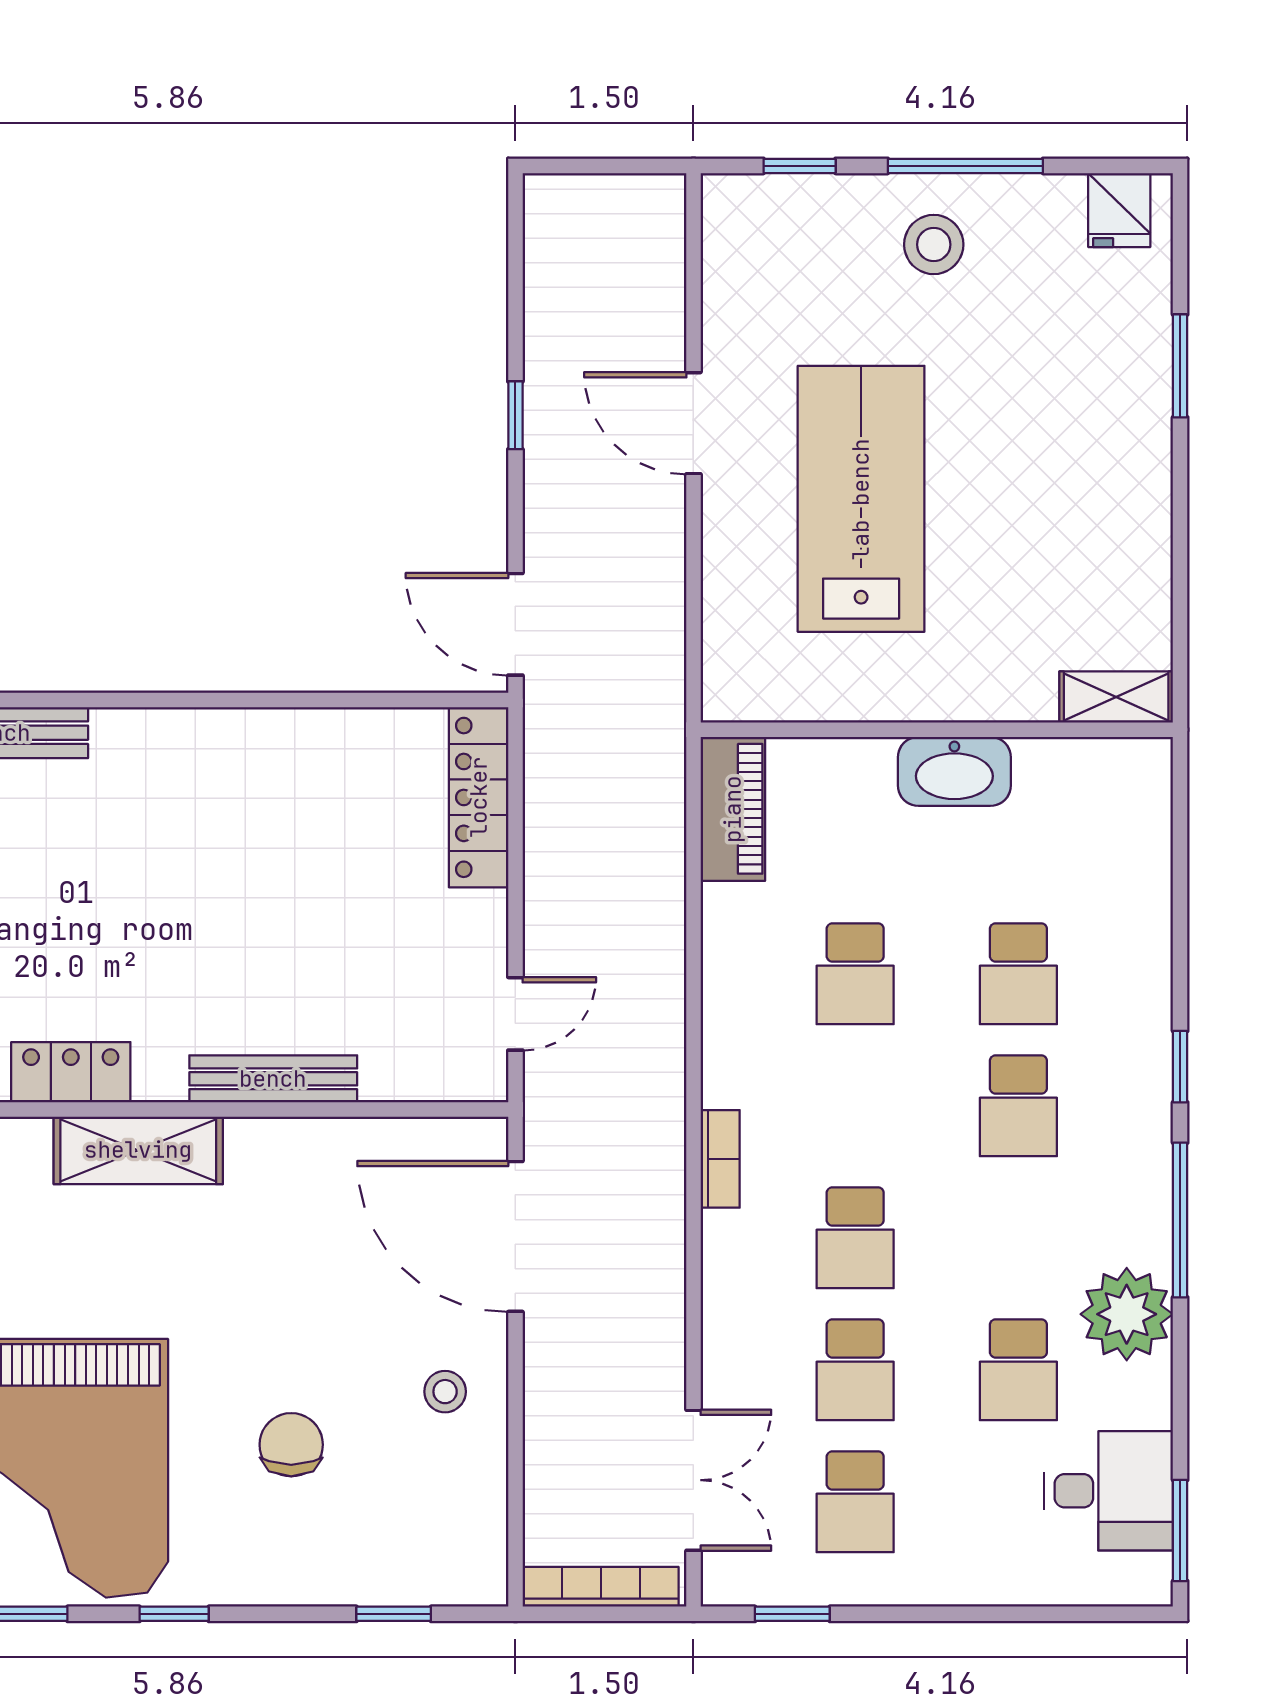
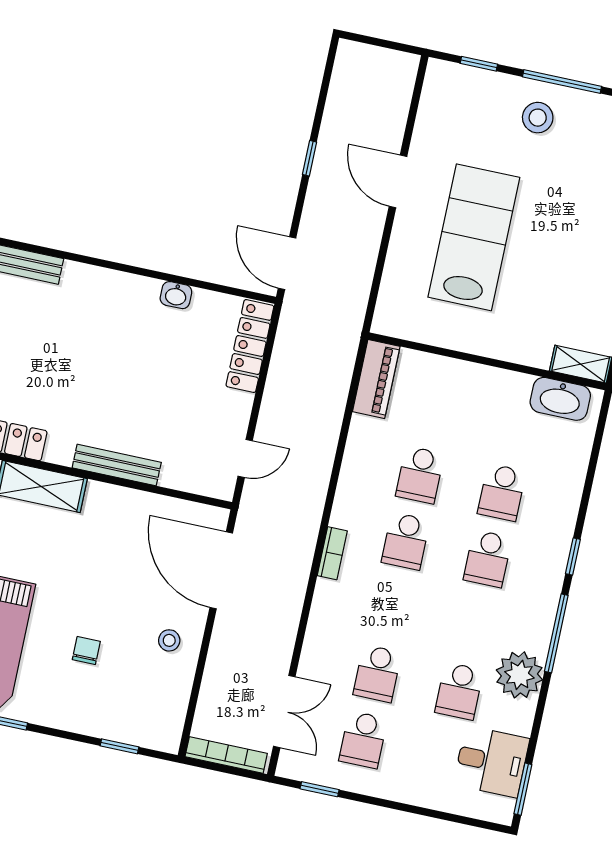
washbasin: (317, 731) -> (176, 295), added
washbasin: (954, 771) -> (560, 399), moved
school desk: (855, 1238) -> (406, 541), moved
chair: (291, 1445) -> (86, 651), width x0.73, depth x0.73

